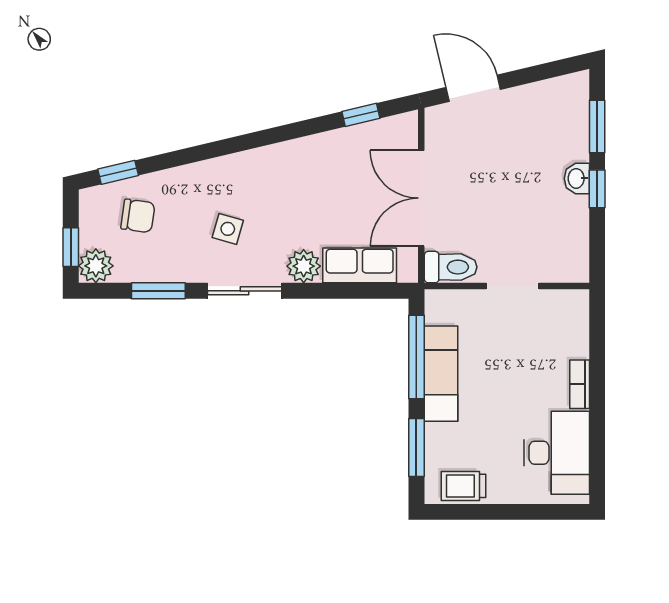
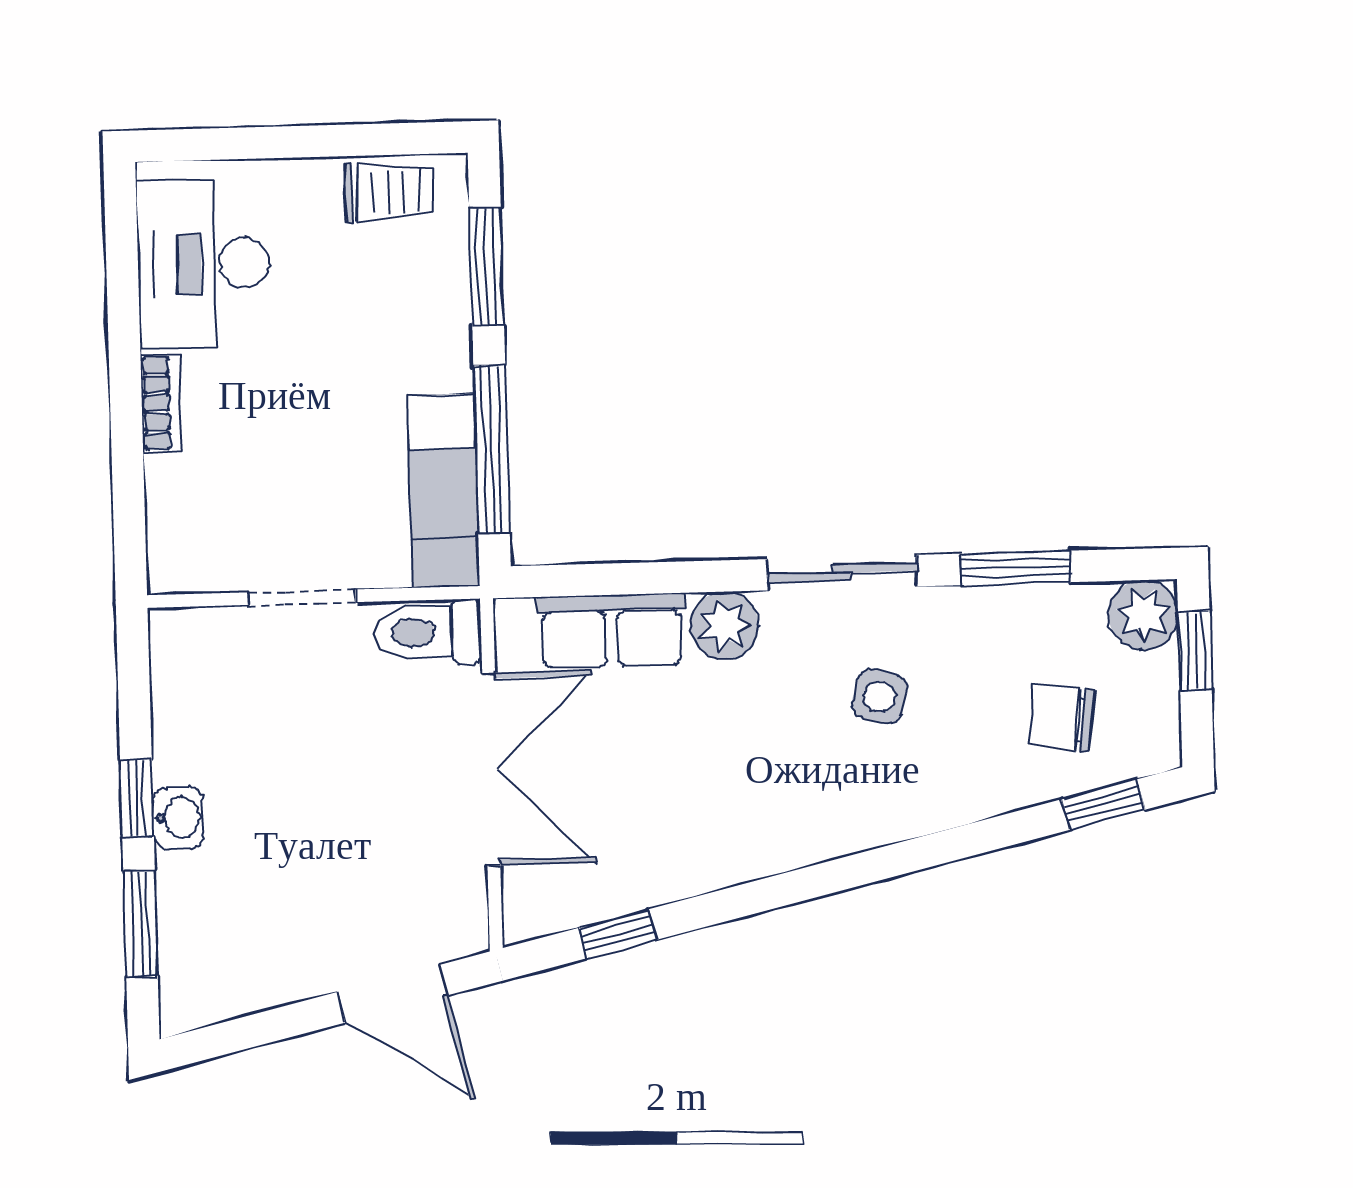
exam couch: (441, 374) -> (443, 491), moved

